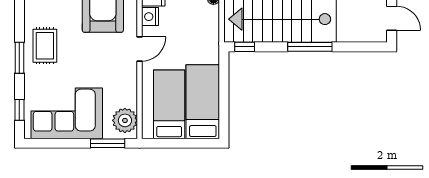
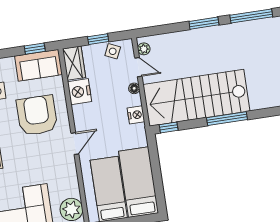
nightstand: (150, 17) -> (136, 115), moved, turned 180

